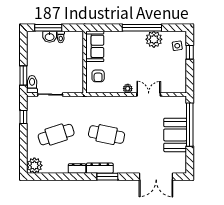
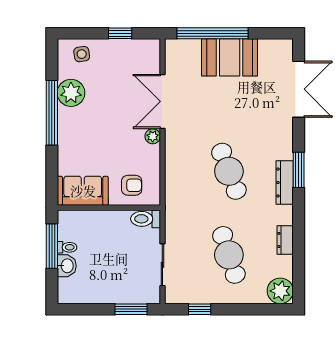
window: (48, 28) -> (52, 246), moved
window: (190, 52) -> (120, 33), moved
toilet: (32, 84) -> (146, 219), moved
double door: (149, 94) -> (162, 101), width x1.37
cafe table: (107, 135) -> (229, 171), turned -33
dresser: (77, 168) -> (285, 240), moved

